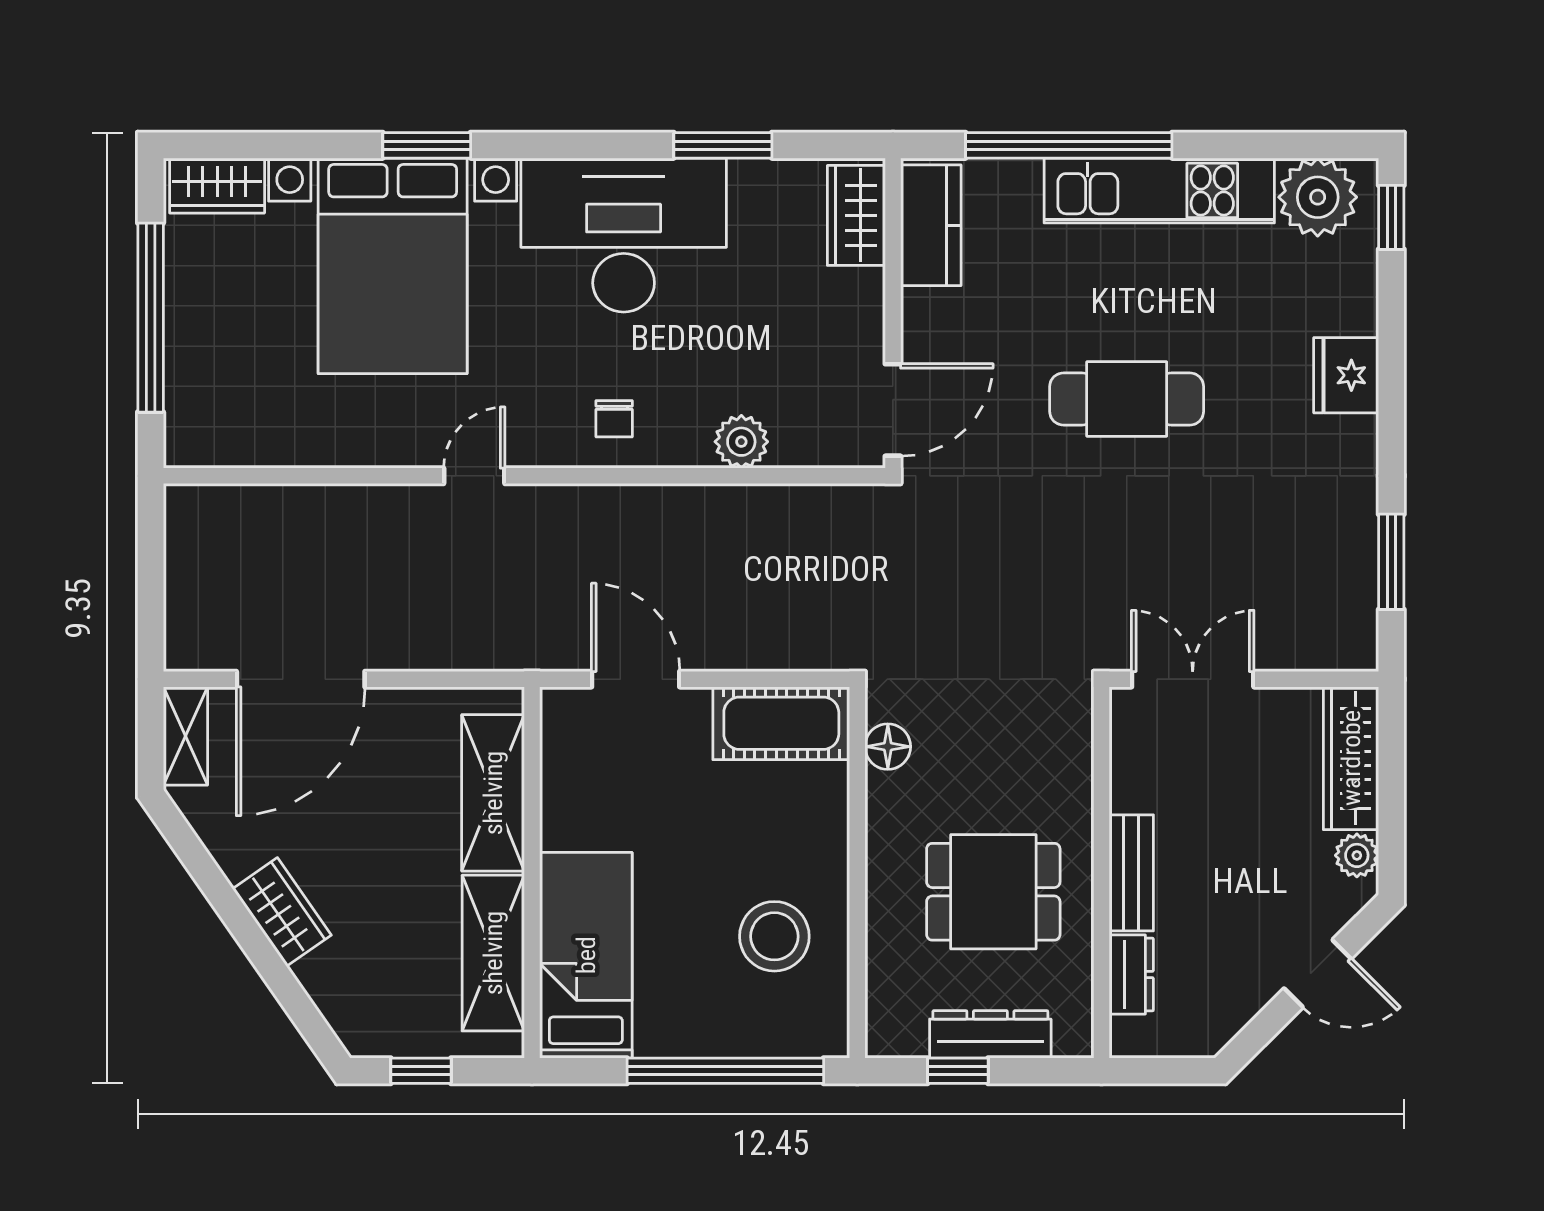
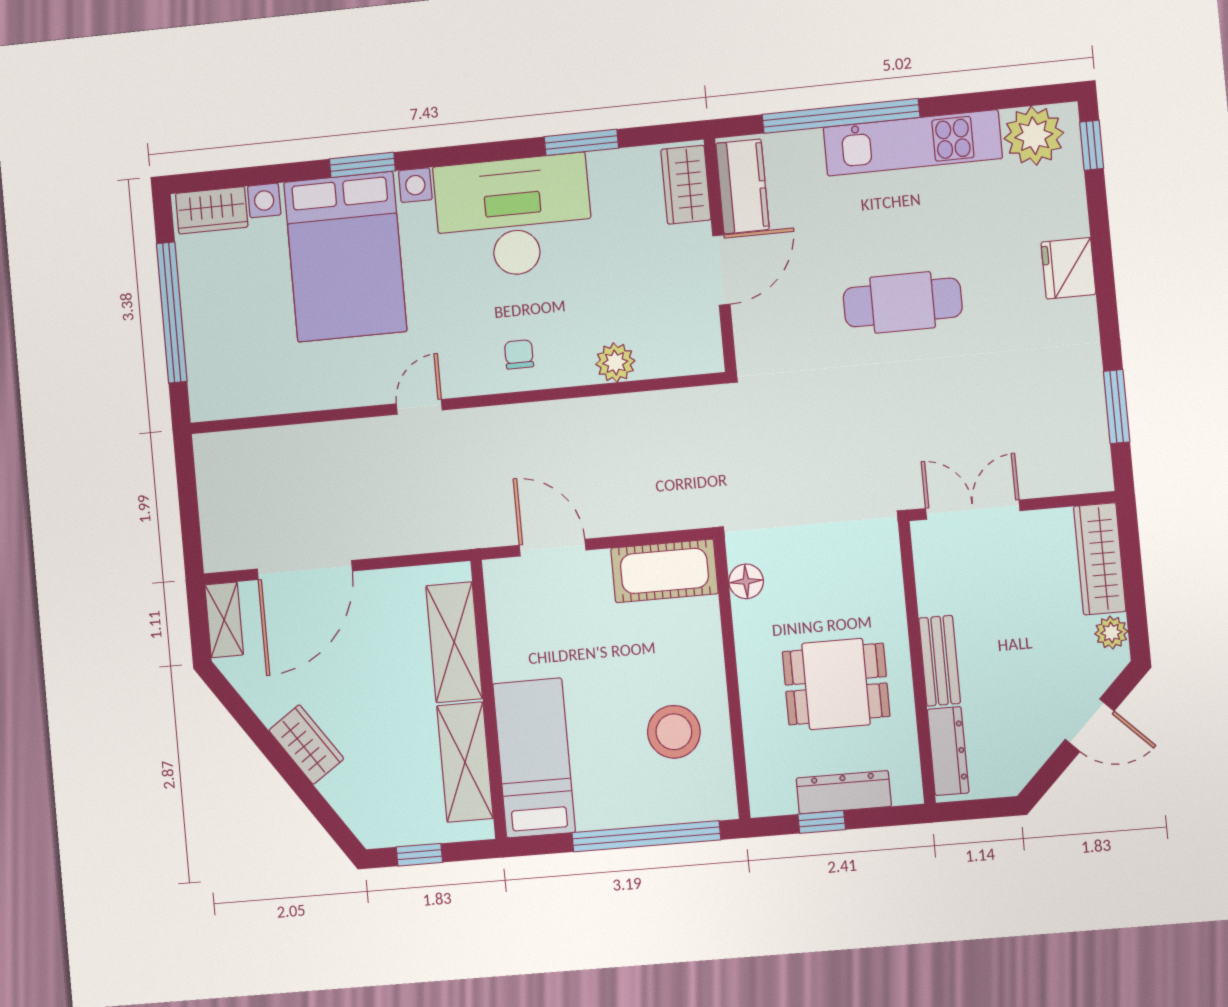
door: (893, 410) -> (721, 270), moved
chair: (614, 419) -> (519, 354), turned 180
dresser: (1131, 975) -> (948, 751), width x1.44

